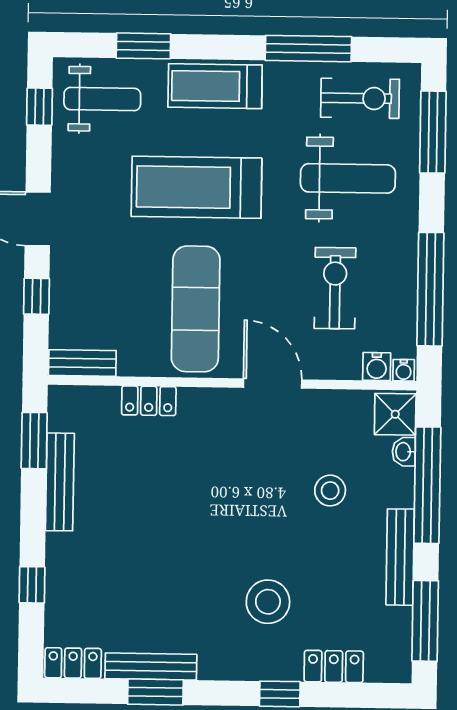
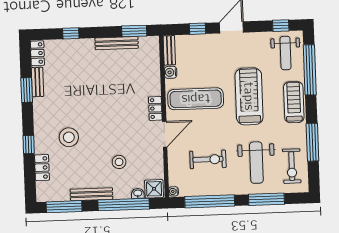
window: (143, 46) -> (310, 70), width x2.11
window: (433, 132) -> (266, 199), moved
water cooler: (377, 367) -> (171, 72), moved
locker: (149, 401) -> (155, 108), moved
bench: (151, 667) -> (38, 82), width x0.73

